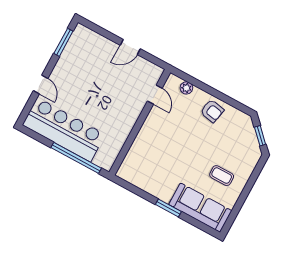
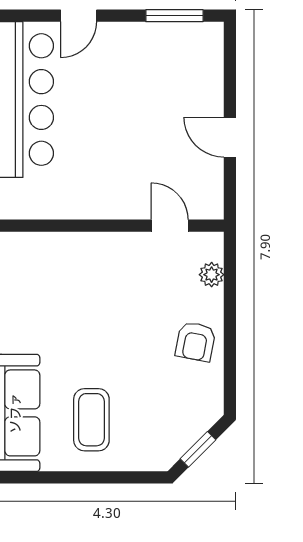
door: (155, 95) -> (170, 226), swing flipped
coffee table: (222, 176) -> (91, 420), width x1.36, depth x1.30

